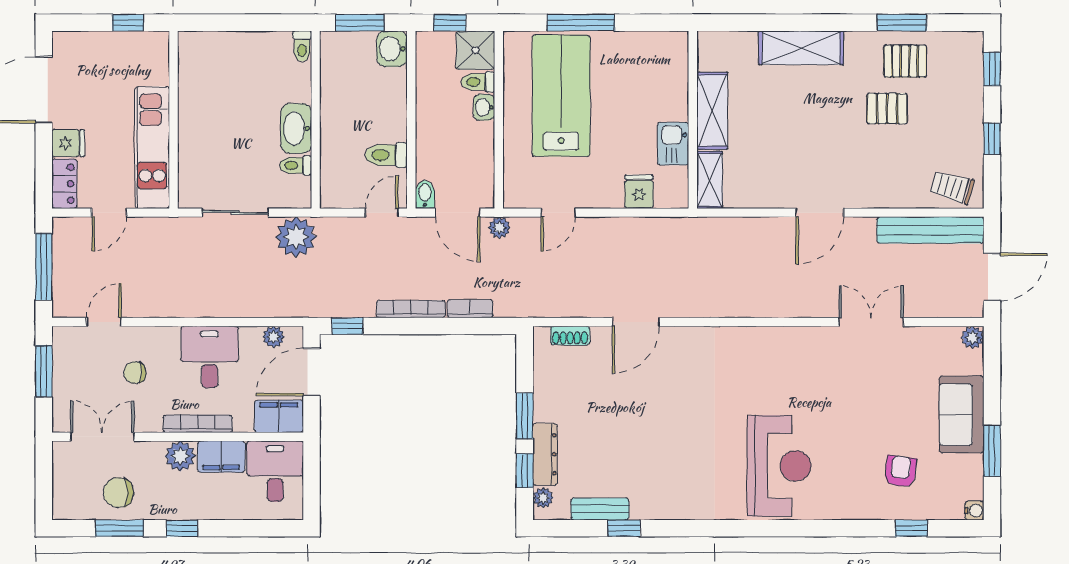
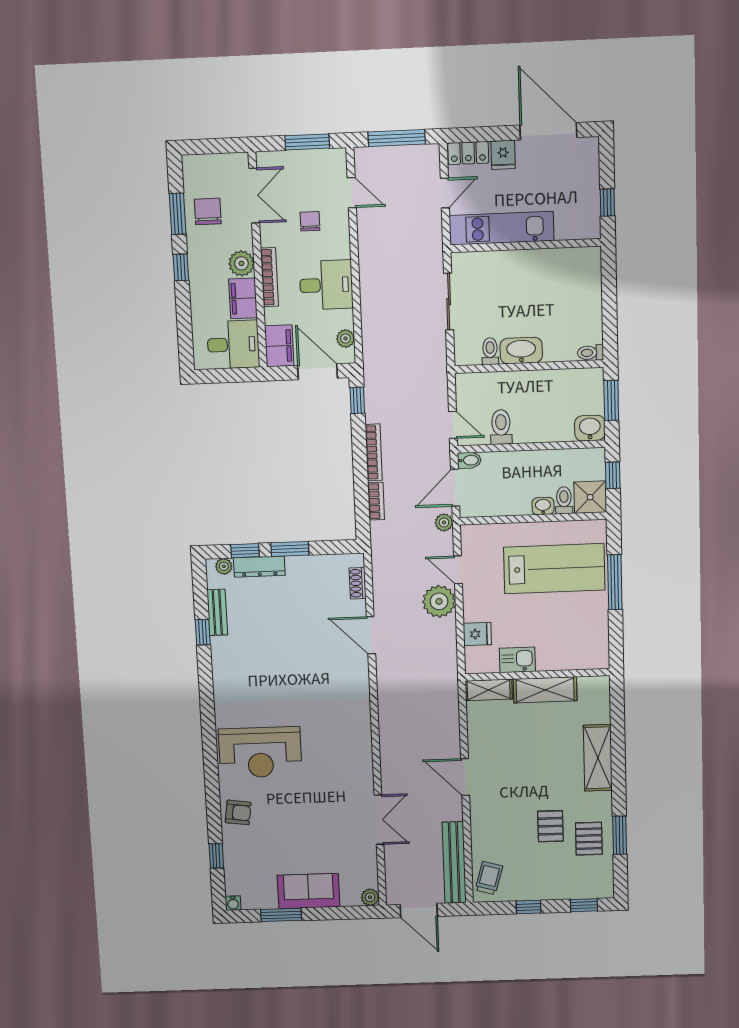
door: (109, 213) -> (445, 193), swing flipped
plant: (296, 237) -> (439, 601), moved
armchair: (900, 471) -> (238, 812), moved

